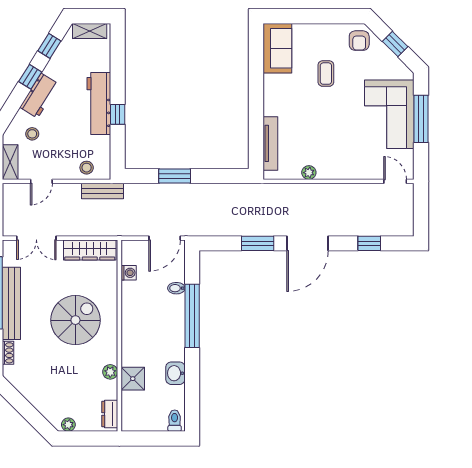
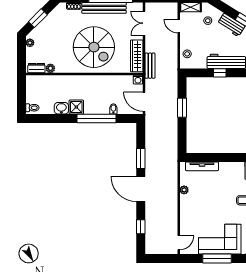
bench: (102, 191) -> (150, 66), moved
washing machine: (129, 273) -> (138, 80), moved
spiral stairs: (75, 320) -> (94, 47), width x1.37, depth x1.37
plant: (110, 372) -> (50, 68), moved
shower: (133, 379) -> (76, 107), moved
window: (28, 412) -> (38, 18), added

